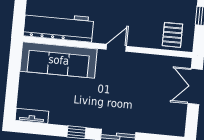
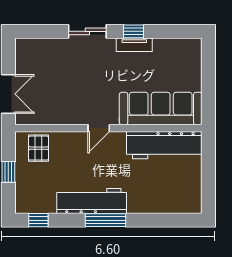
tv unit: (32, 116) -> (134, 45), moved

